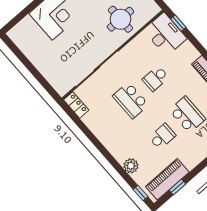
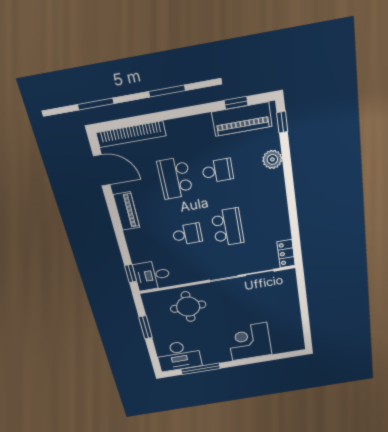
desk: (165, 34) -> (152, 275), width x0.73
school desk: (162, 137) -> (217, 171), turned 180

